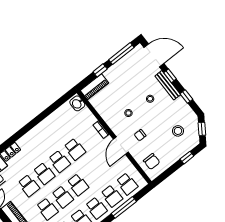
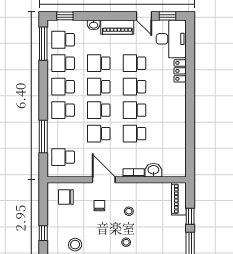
washbasin: (77, 103) -> (153, 170), moved
school desk: (112, 196) -> (99, 134), moved

